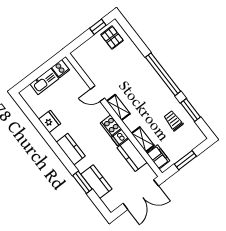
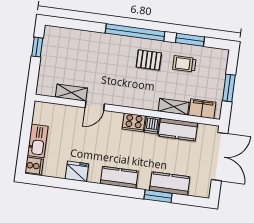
pallet: (112, 38) -> (149, 60), moved
cooker: (60, 69) -> (34, 166), moved
shelving: (118, 107) -> (71, 93), moved

